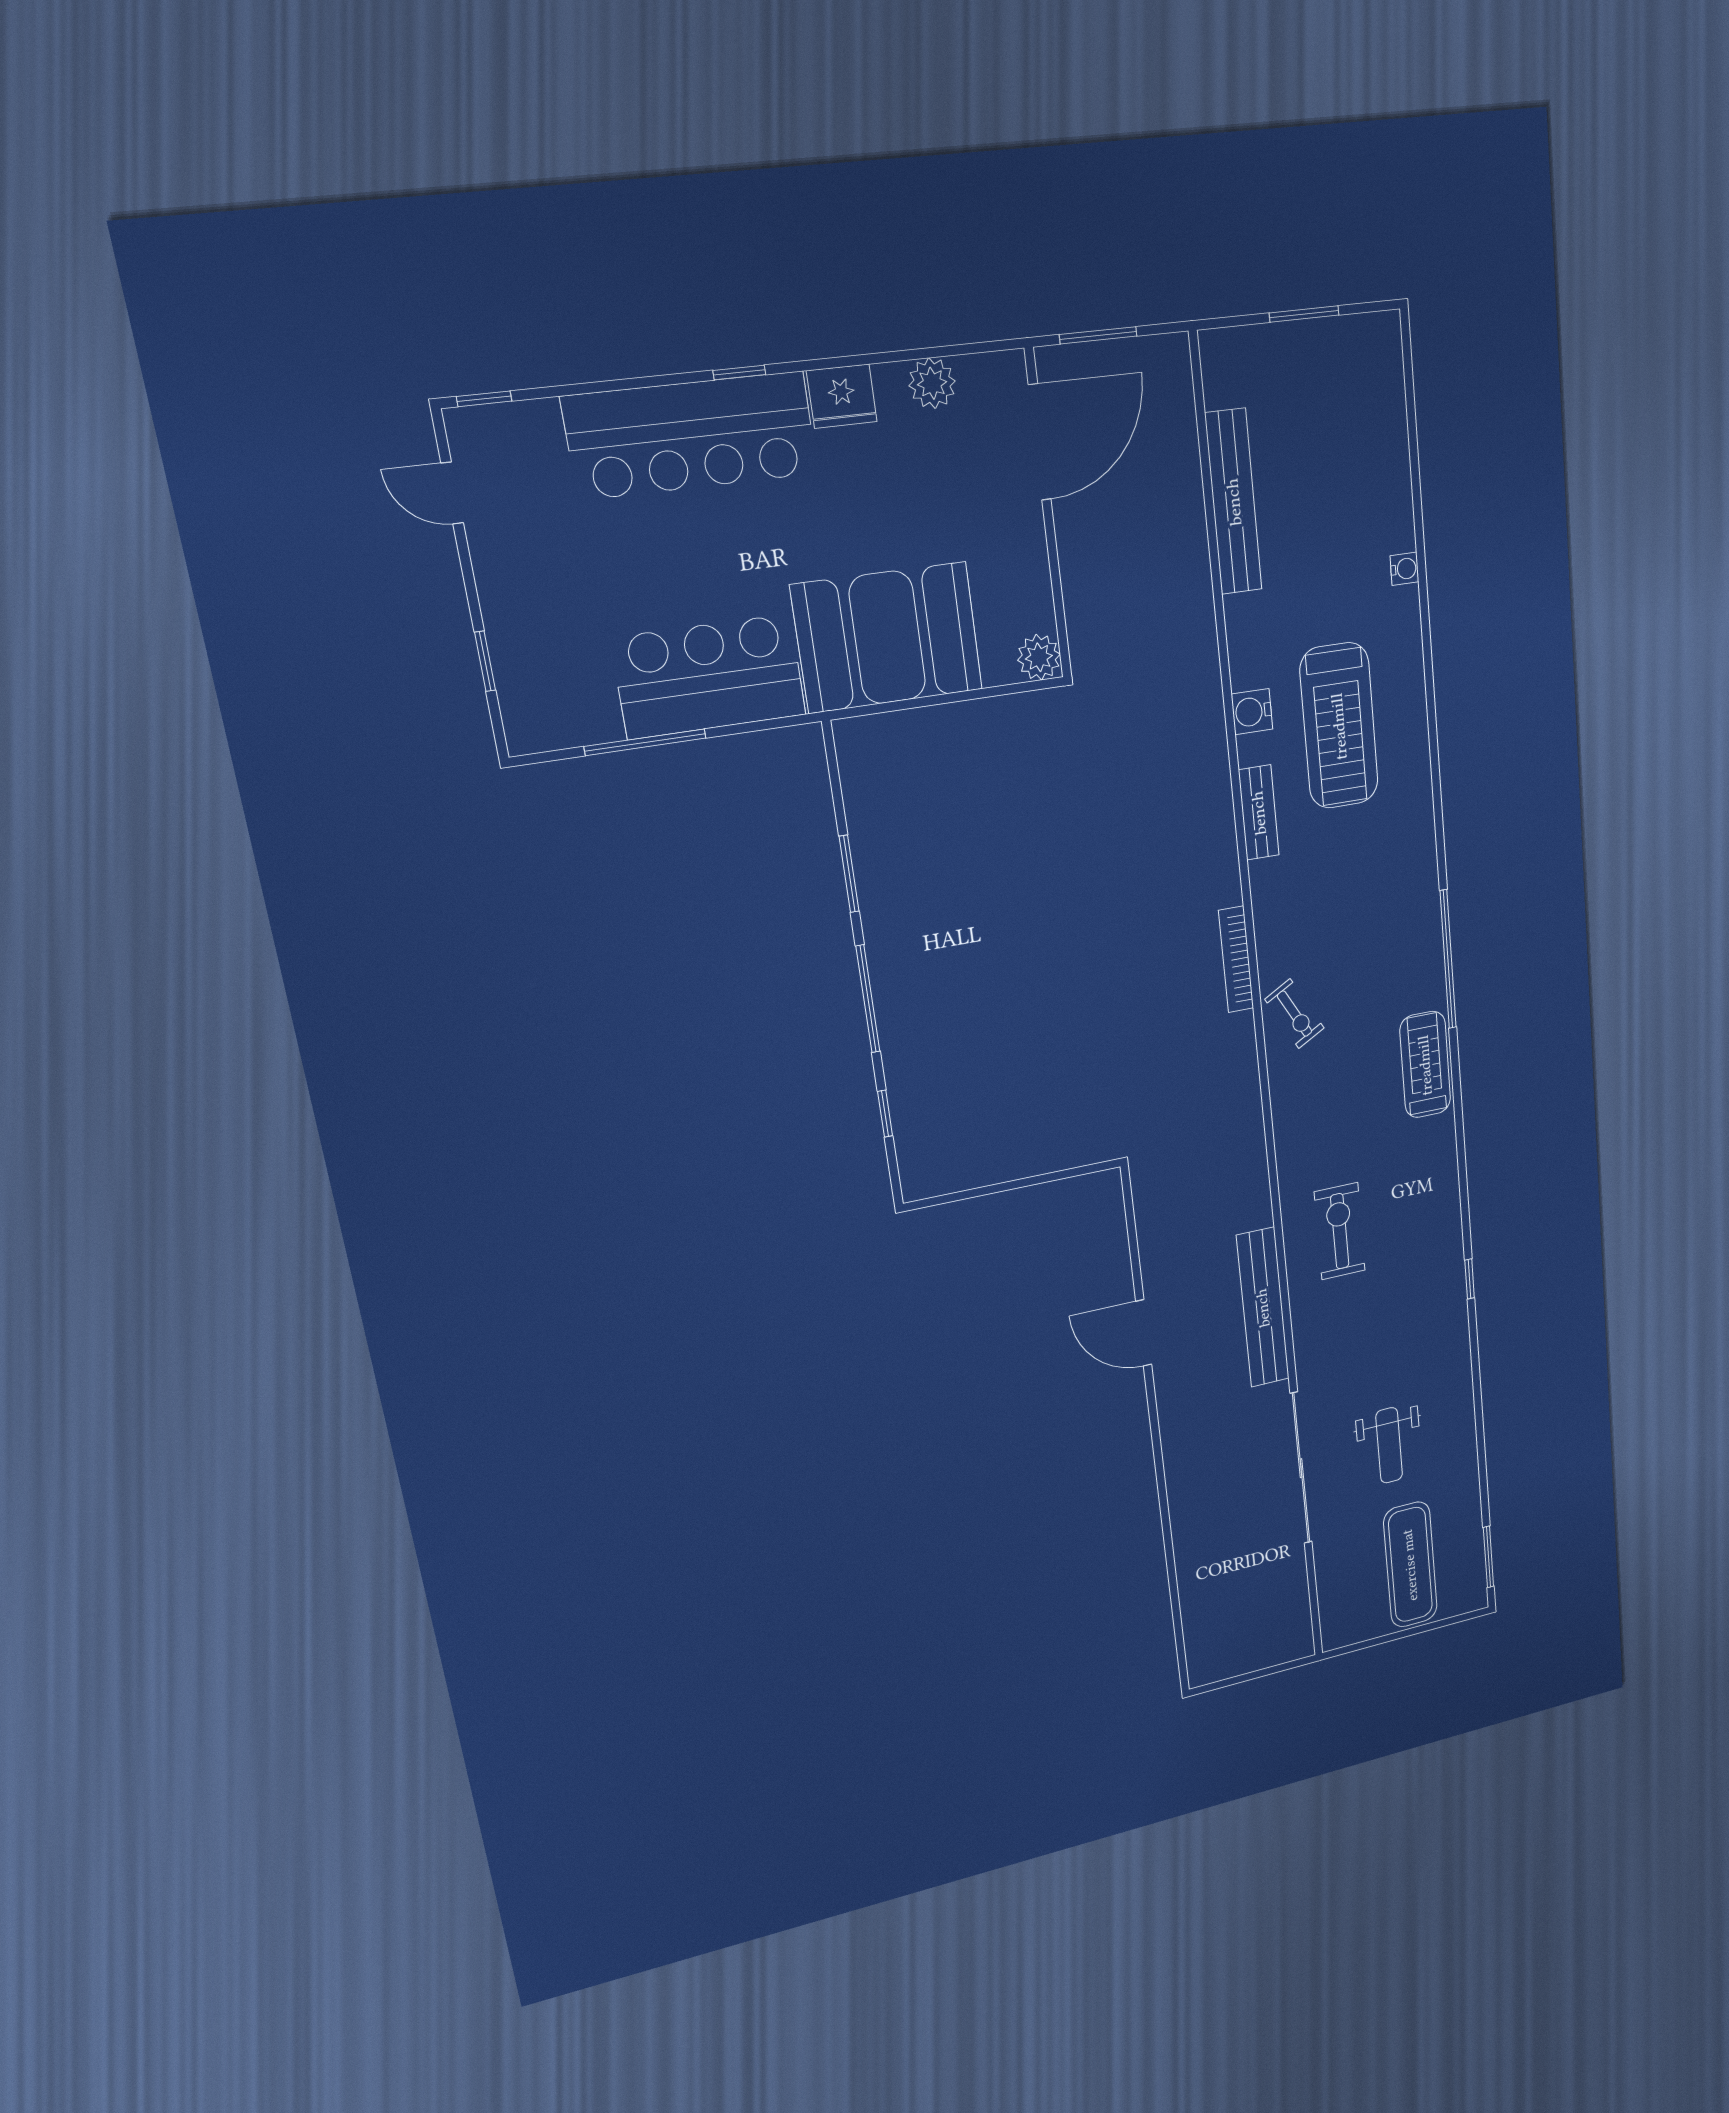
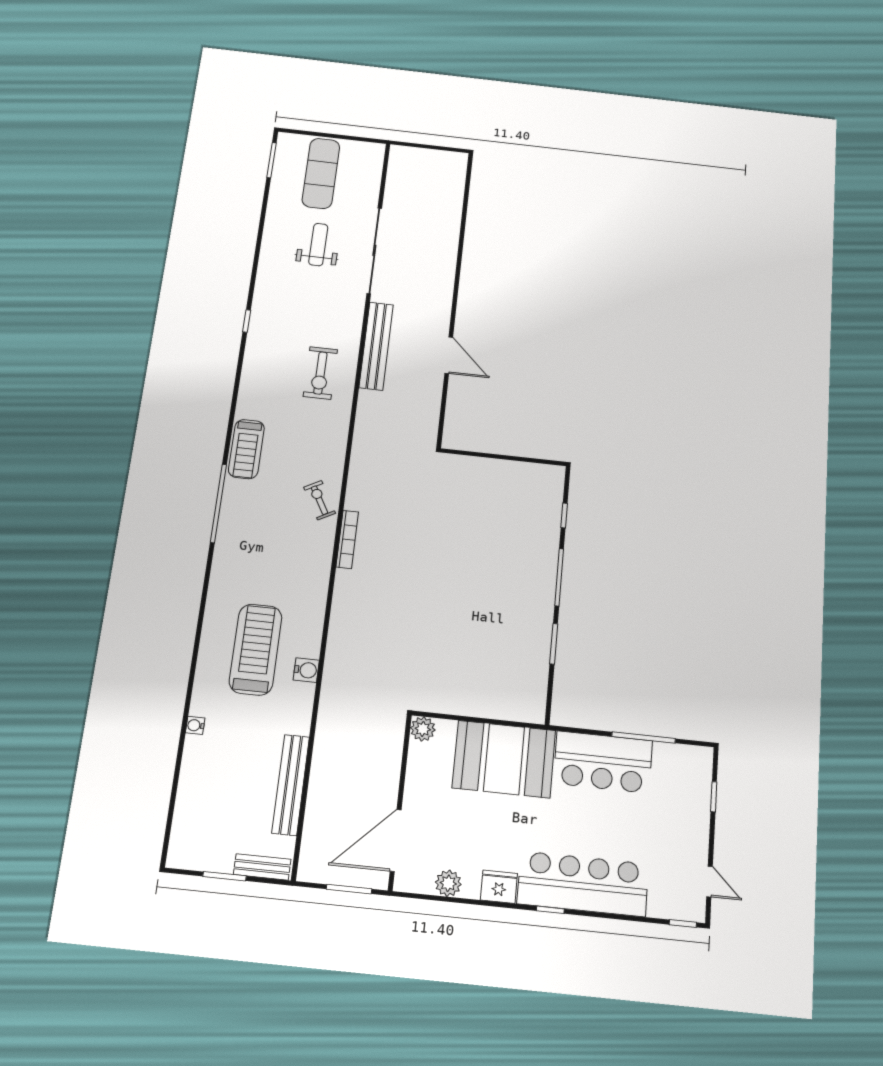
bench: (1259, 813) -> (262, 867), moved, turned 90

